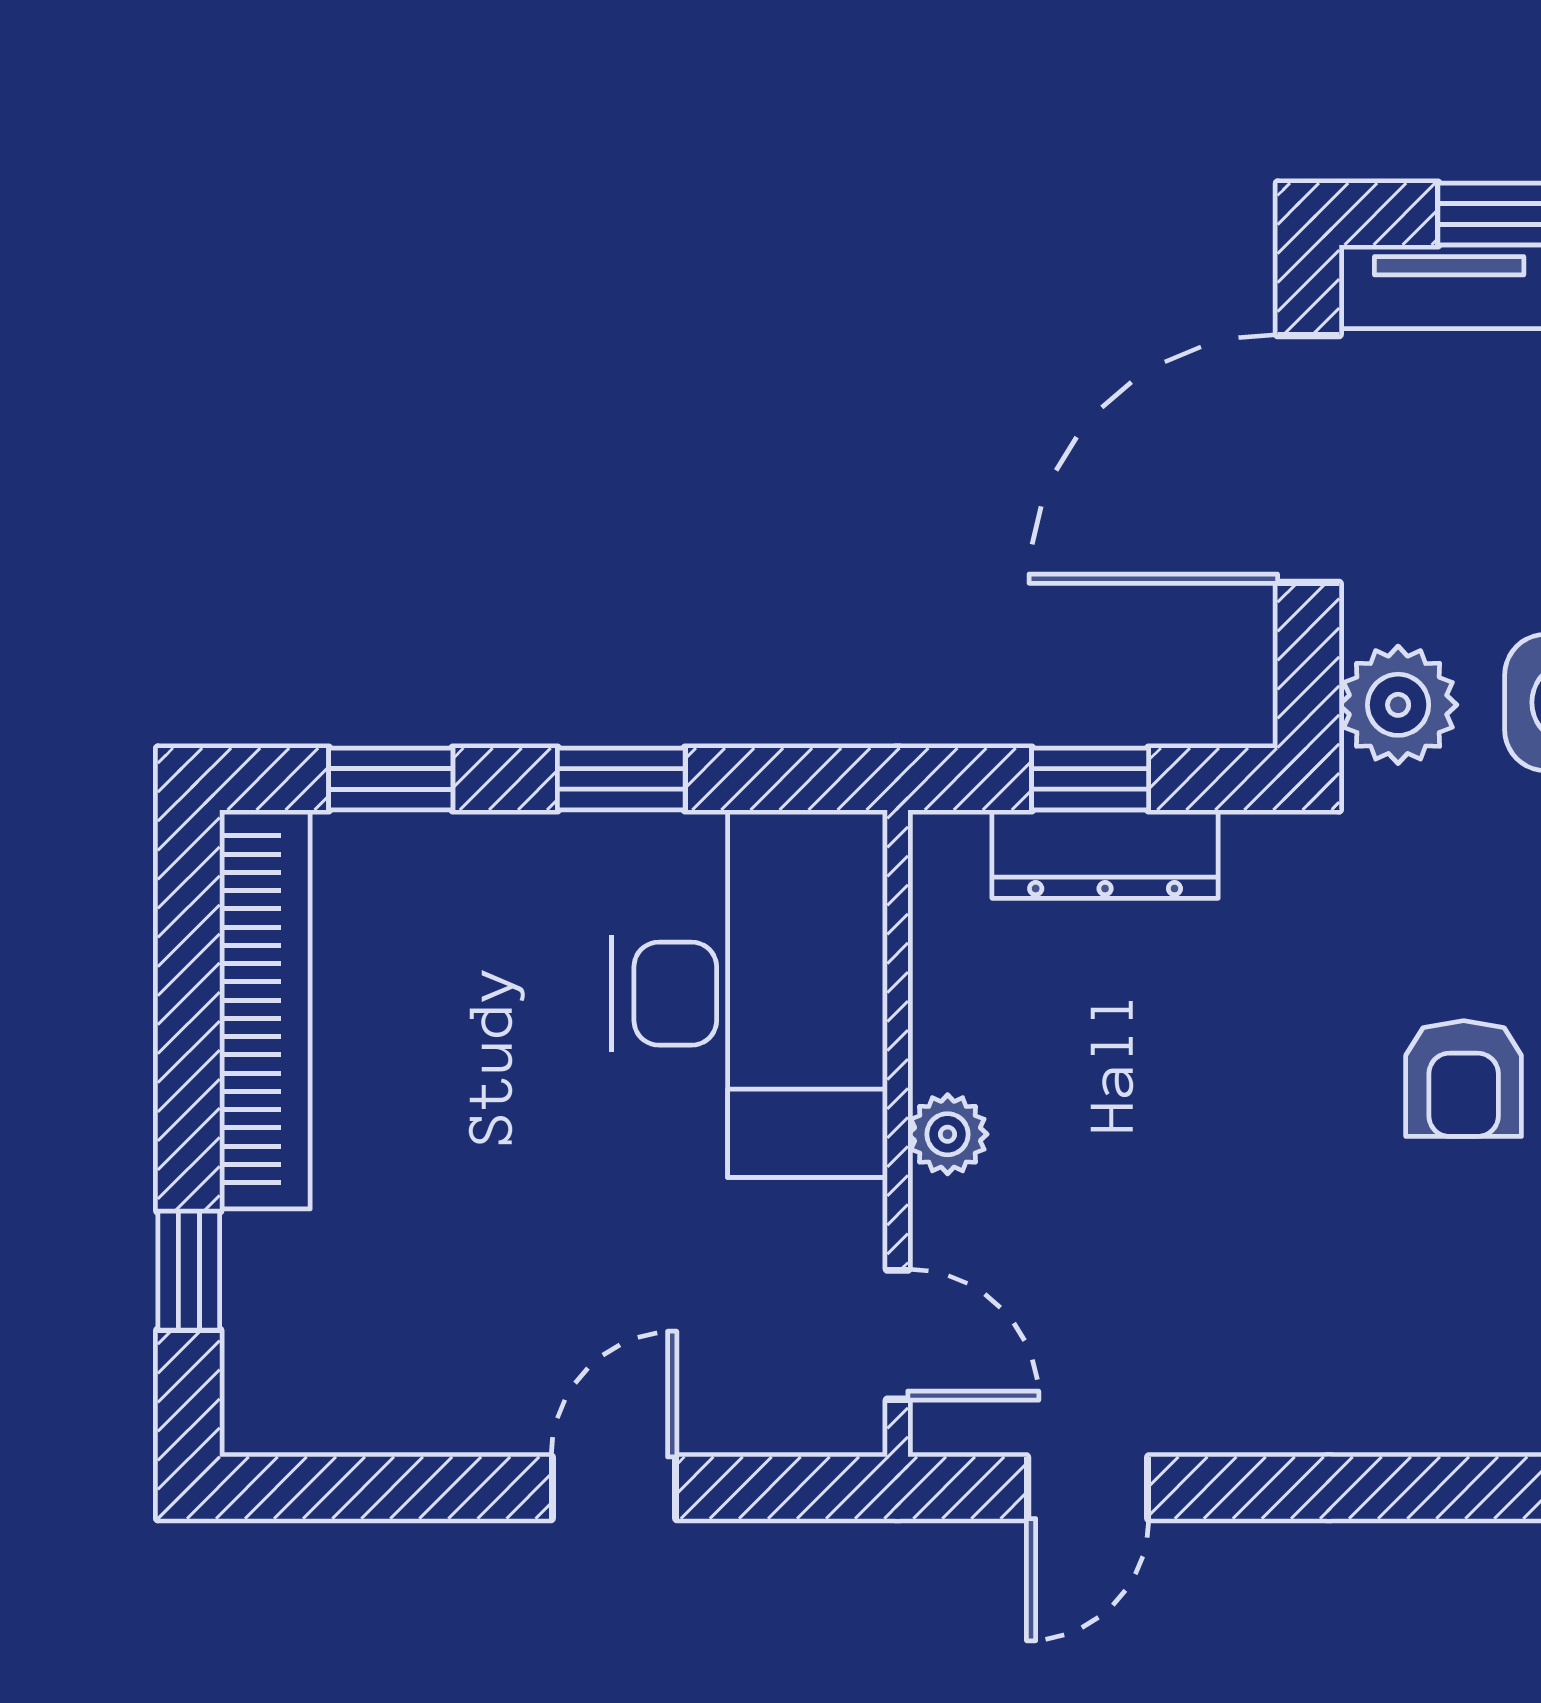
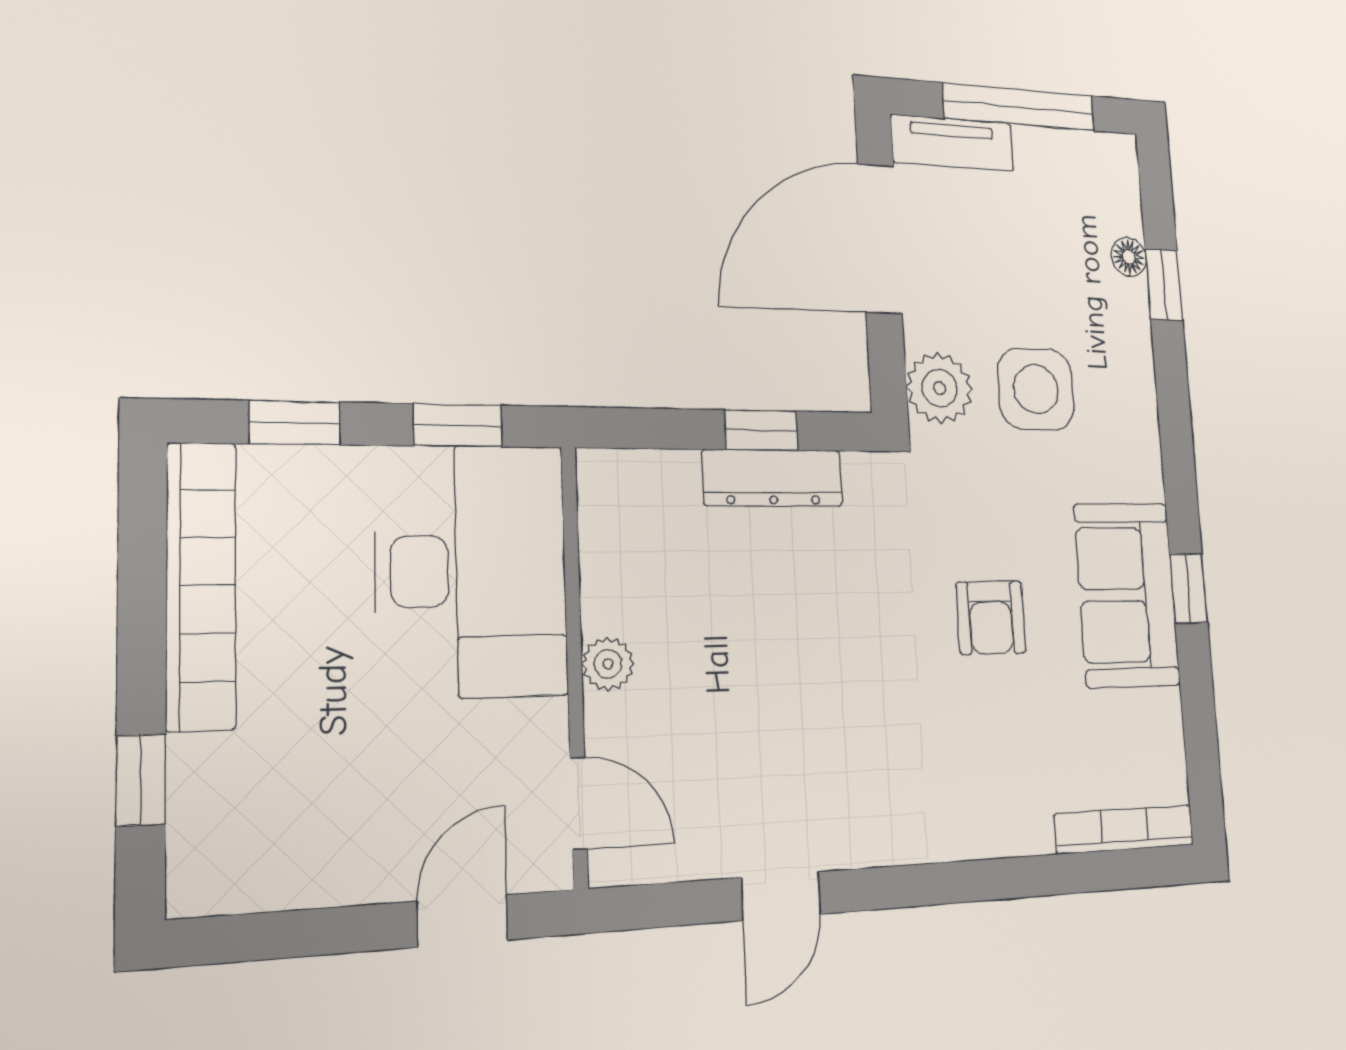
desk: (750, 994) -> (471, 571), moved
wall: (898, 1133) -> (575, 664), moved
plant: (948, 1134) -> (608, 664), moved
door: (898, 1335) -> (579, 804), moved

